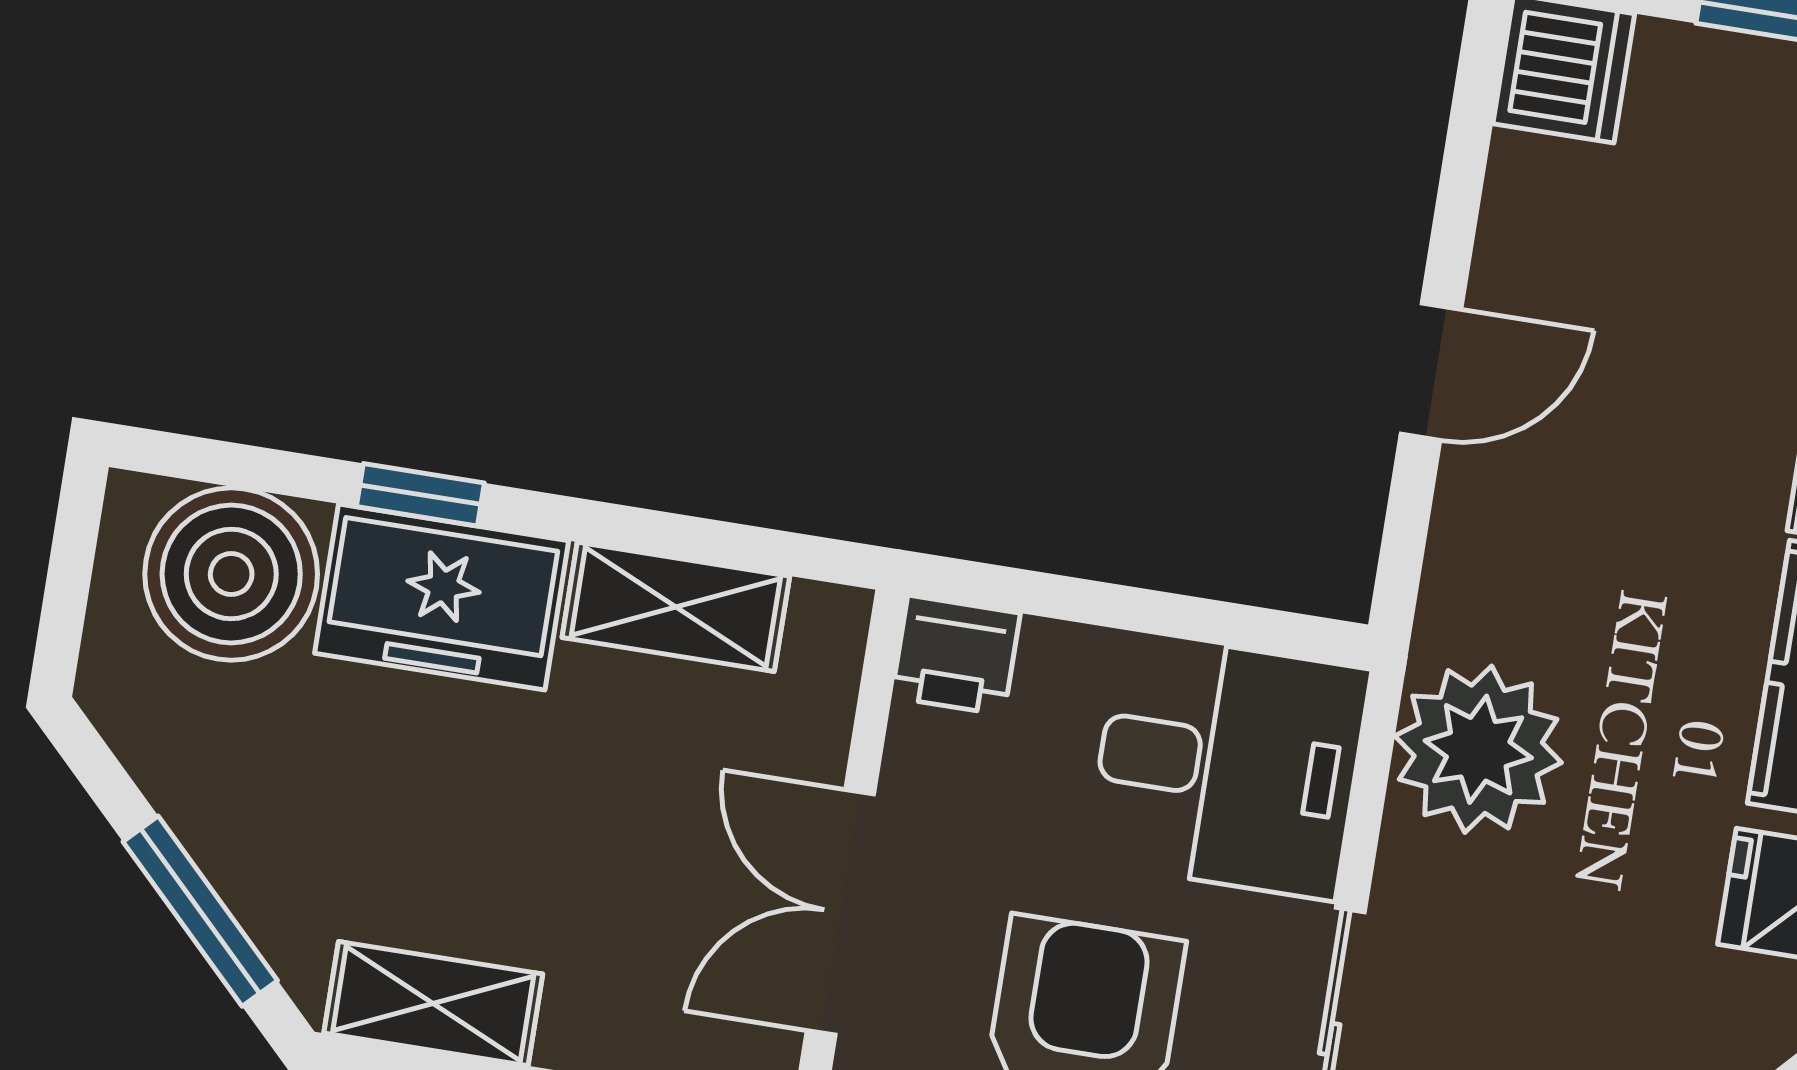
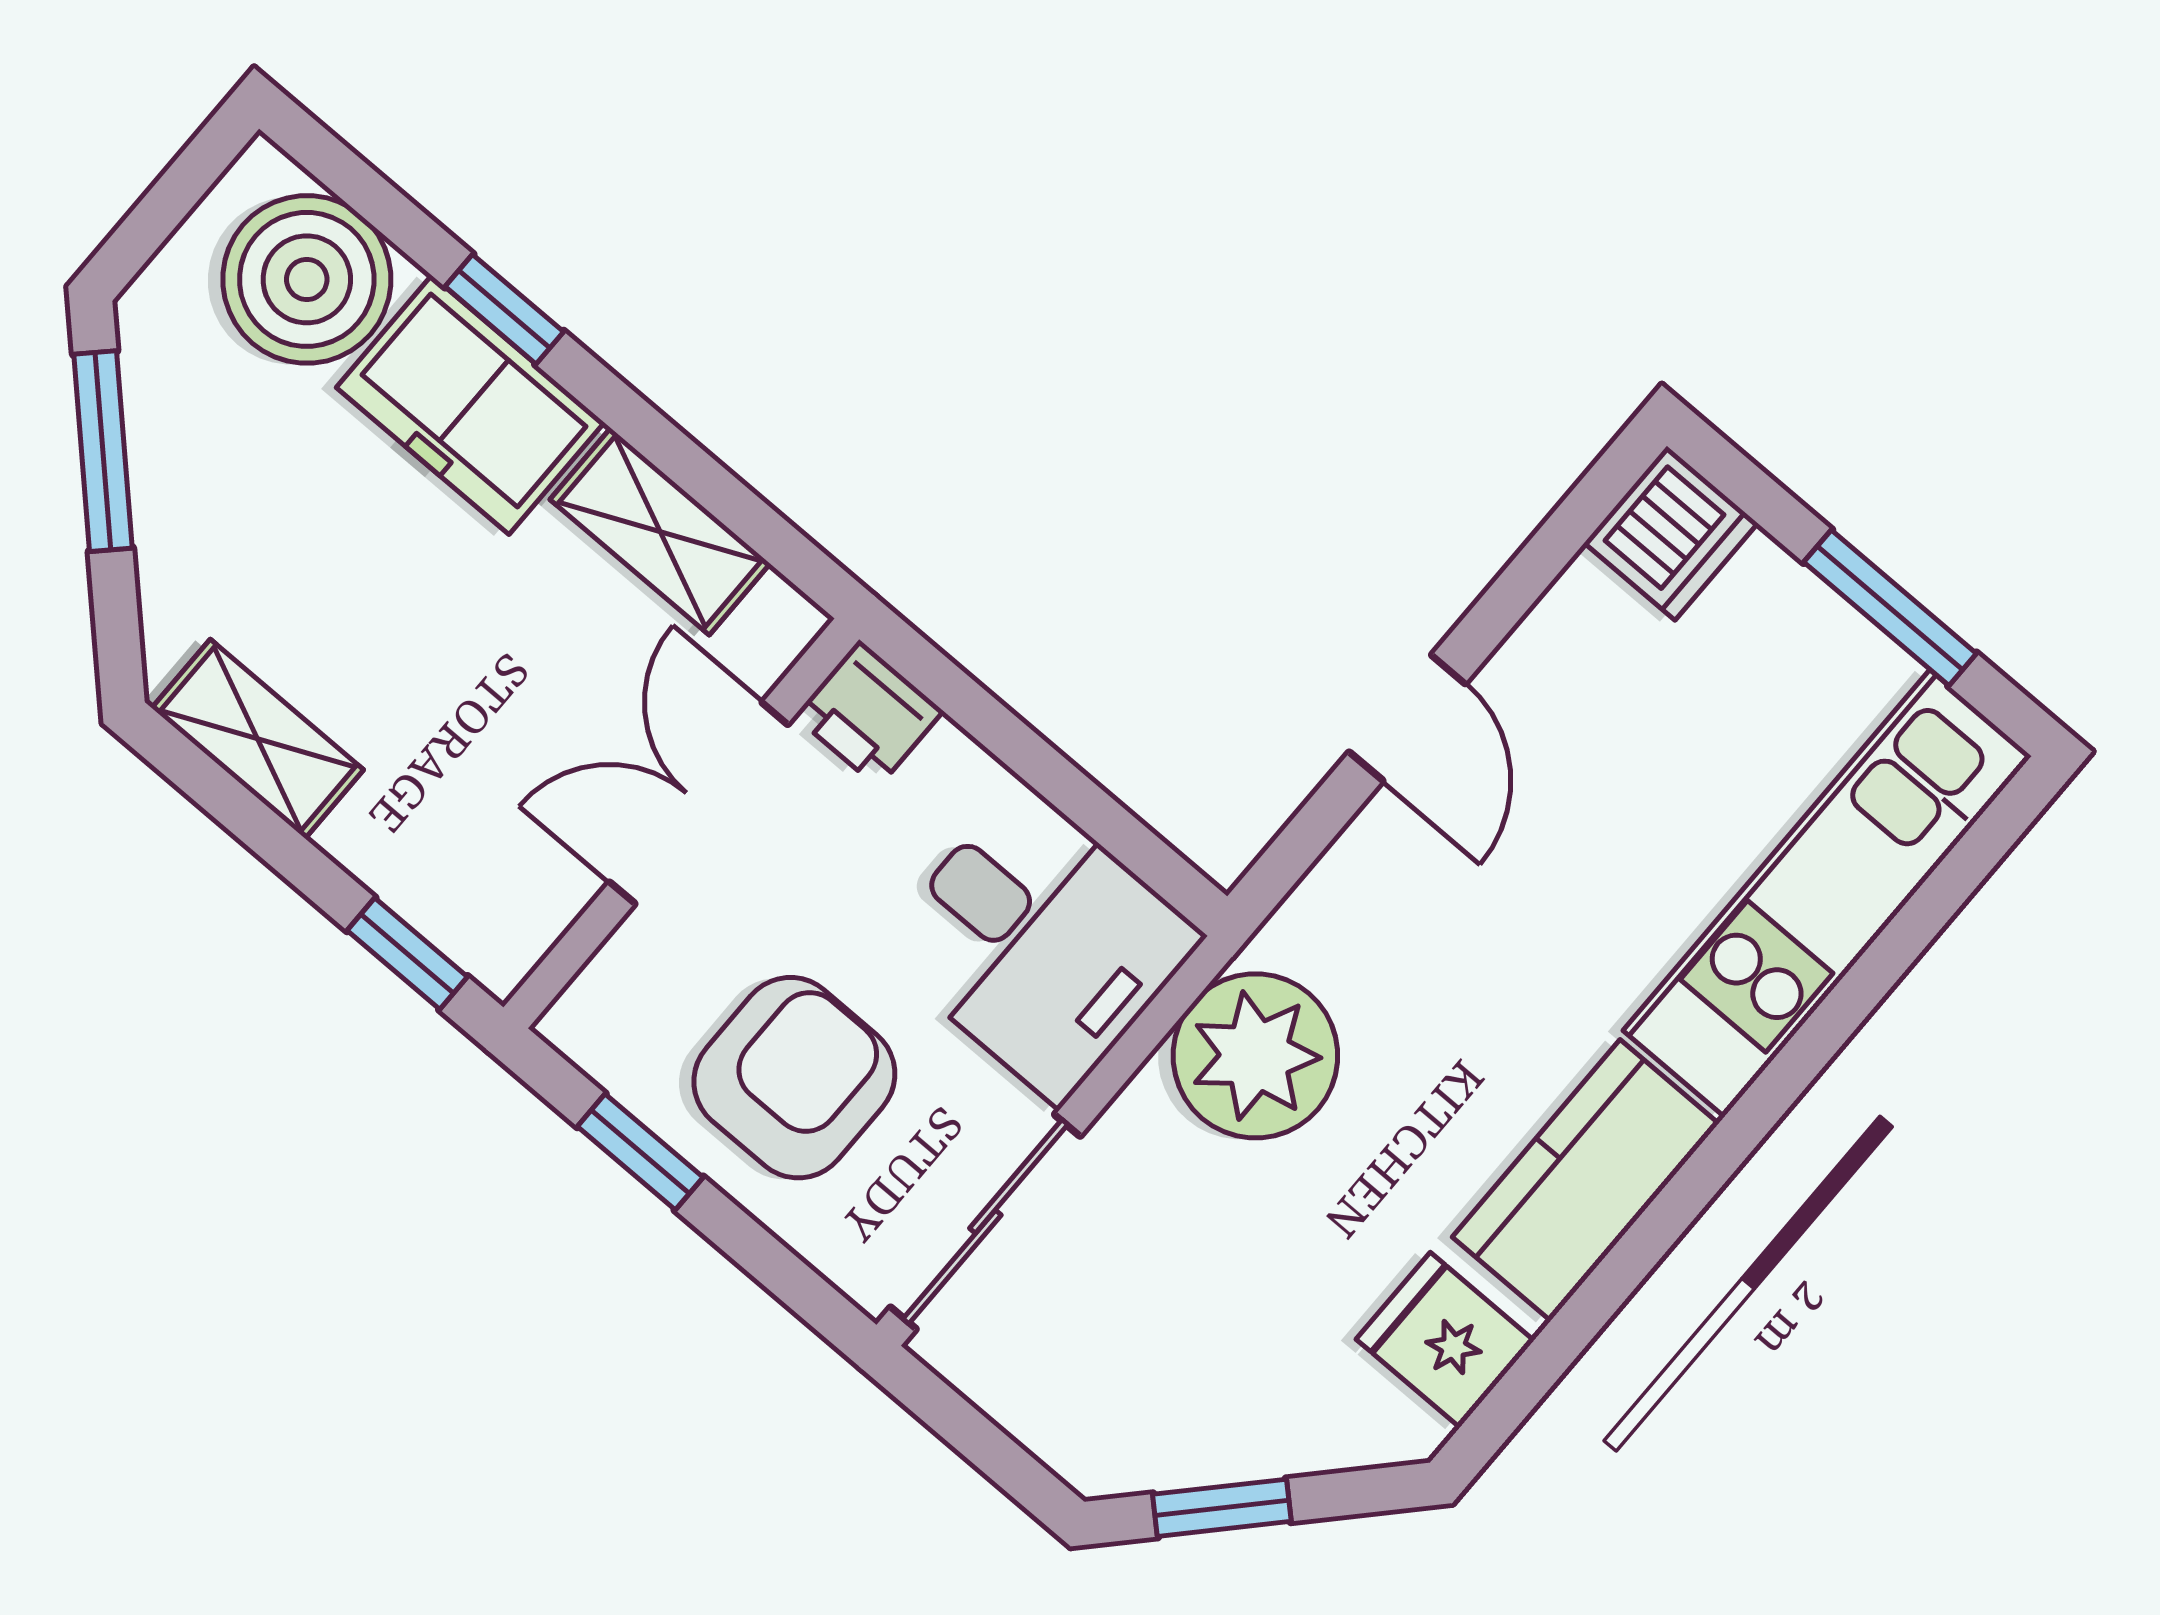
door: (1431, 372) -> (1407, 718), hinge flipped
window: (200, 911) -> (103, 451), moved
double door: (840, 912) -> (698, 803), moved

